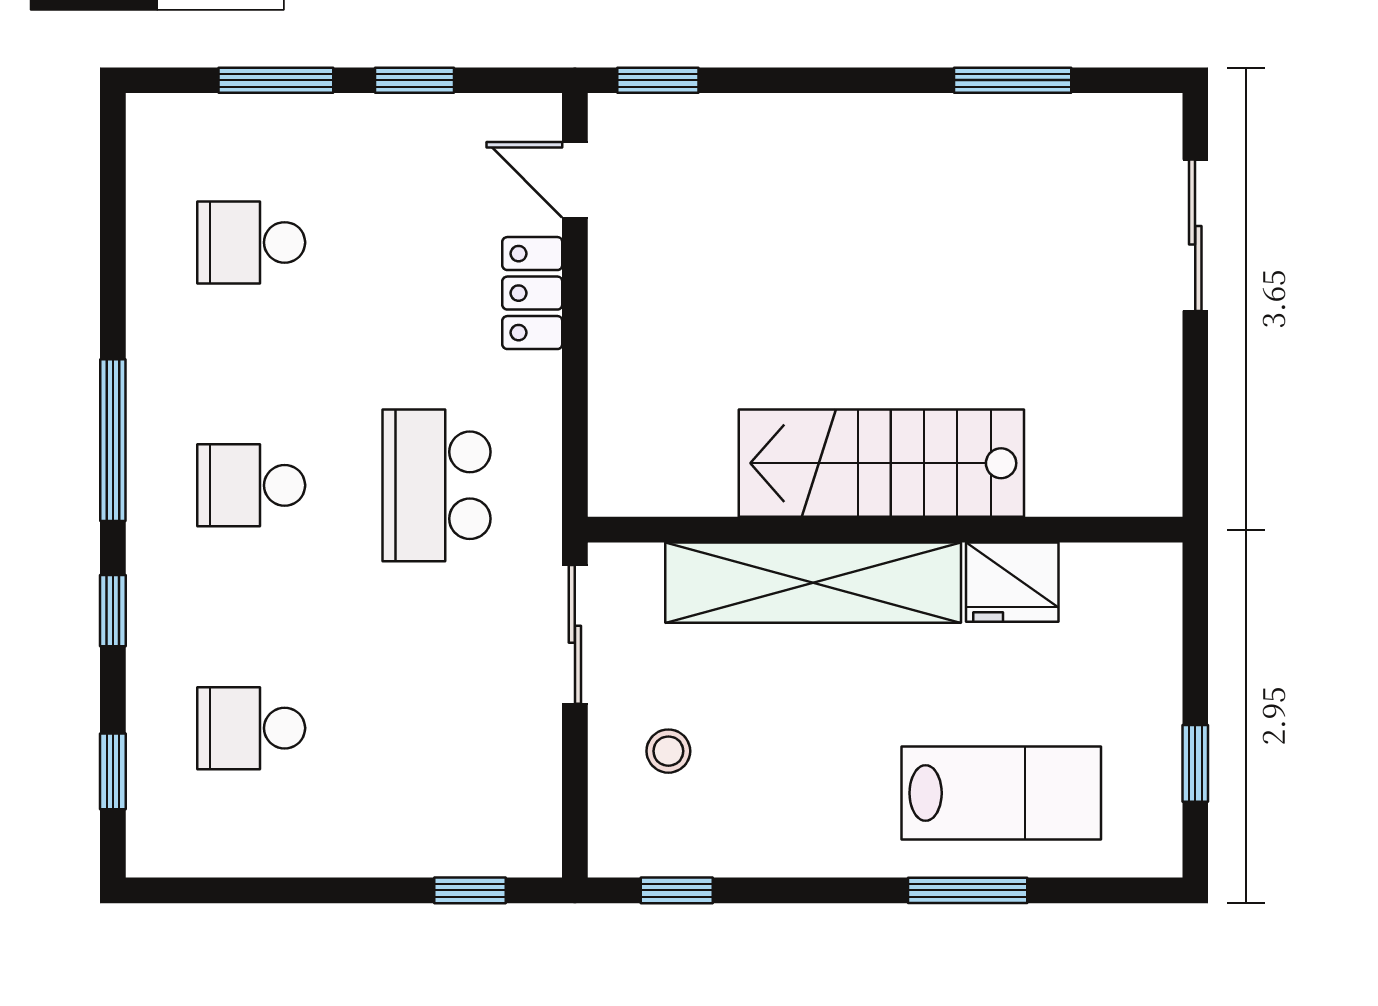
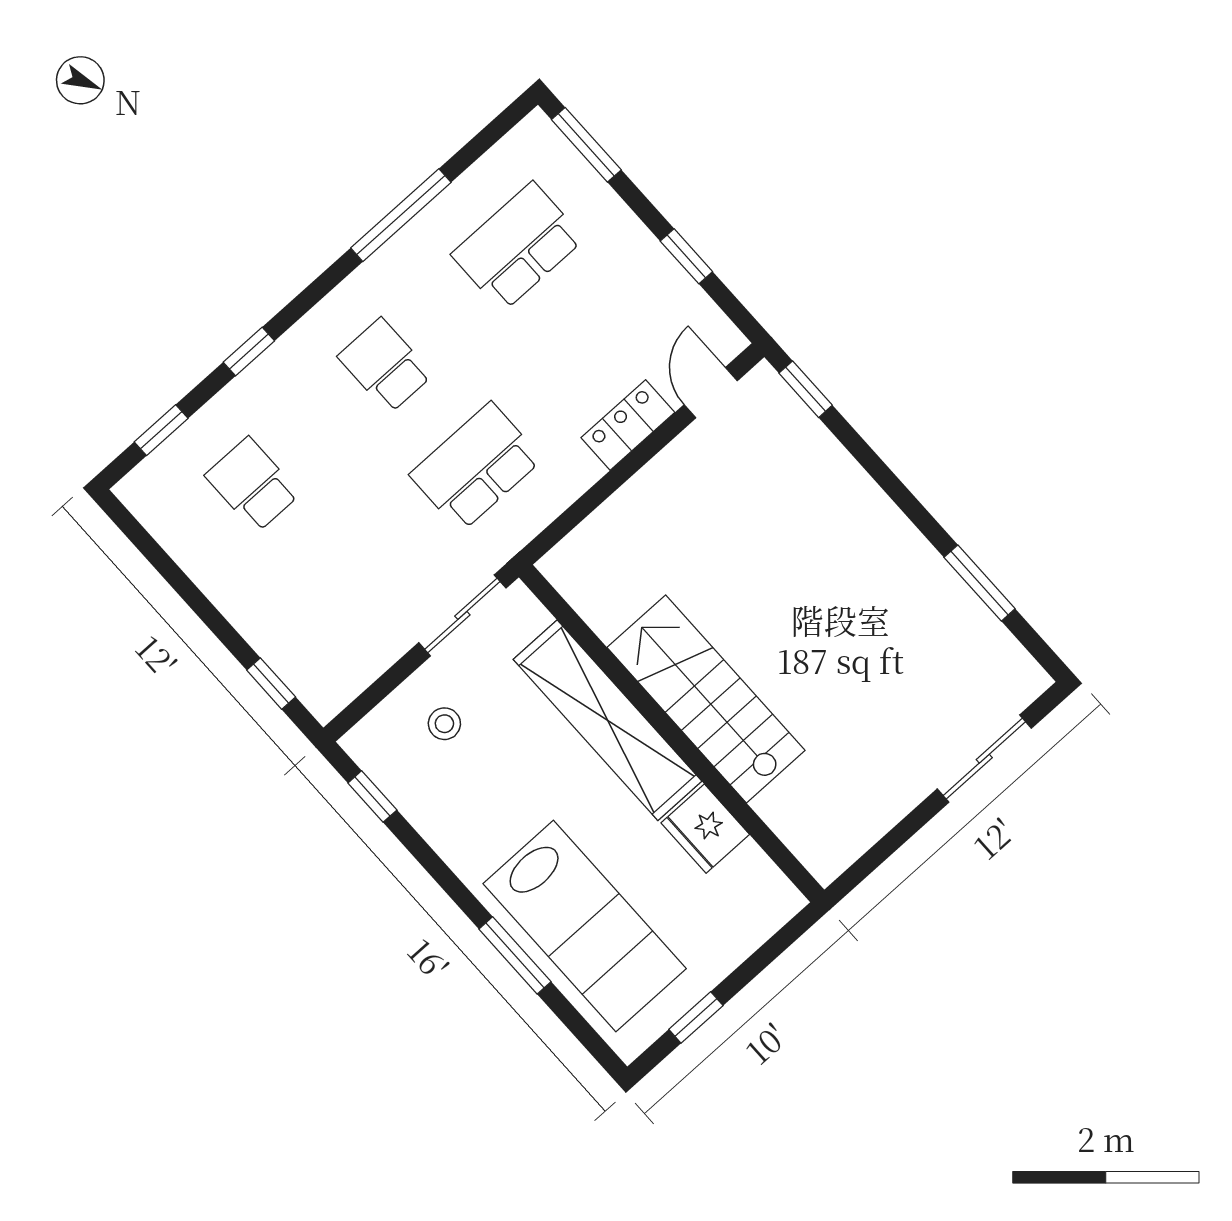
window: (276, 80) -> (586, 145), moved
school desk: (251, 242) -> (518, 247), width x1.85
window: (113, 440) -> (401, 215), moved
lab bench: (1001, 793) -> (585, 926), width x1.36, depth x1.39

